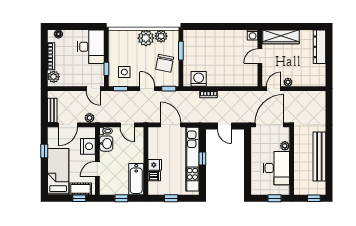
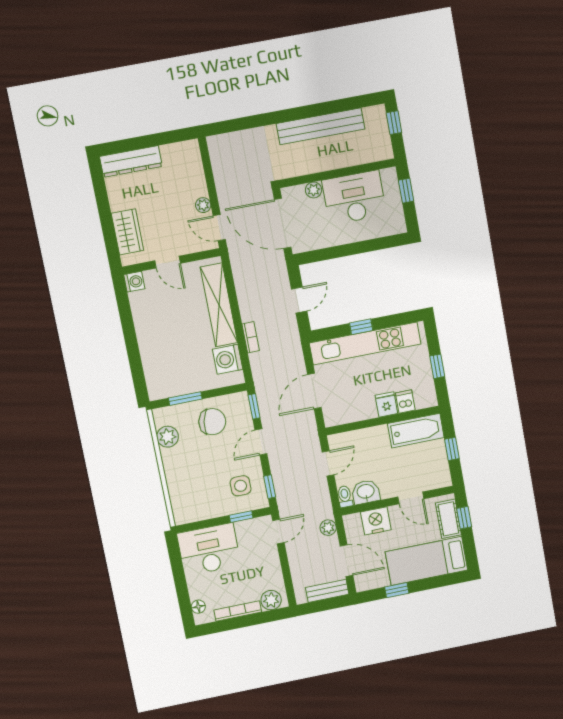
wardrobe: (281, 37) -> (127, 232), width x0.67
plant: (146, 38) -> (176, 461), removed
shelving: (230, 80) -> (219, 305), added

